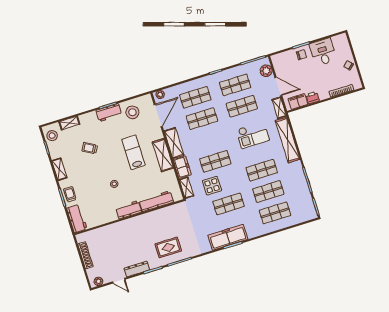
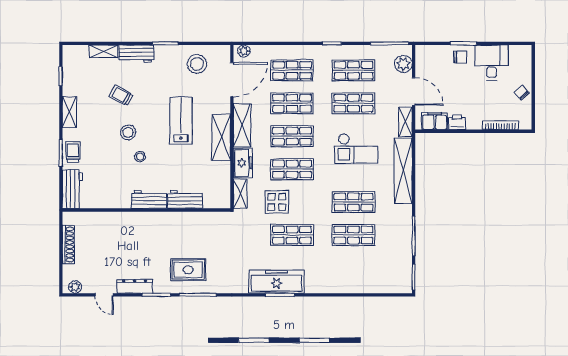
workbench: (109, 113) -> (136, 54), moved
stool: (52, 136) -> (128, 132), moved
workbench: (156, 201) -> (185, 199), width x0.73
shop shelf: (275, 213) -> (292, 136), moved

